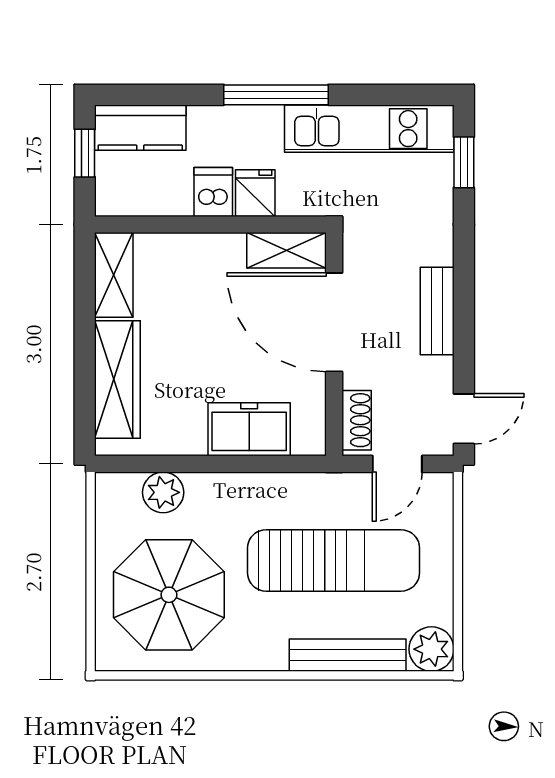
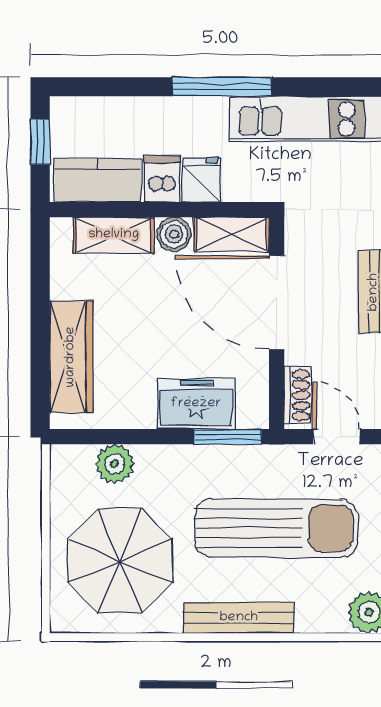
kitchen counter: (140, 128) -> (98, 181), moved, turned 180
boiler: (226, 250) -> (174, 234), added
shelving: (114, 275) -> (114, 235), moved, turned 90
window: (282, 464) -> (228, 437), added
door: (397, 464) -> (337, 437), swing flipped
bench: (348, 655) -> (239, 618), moved

